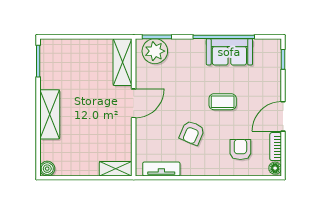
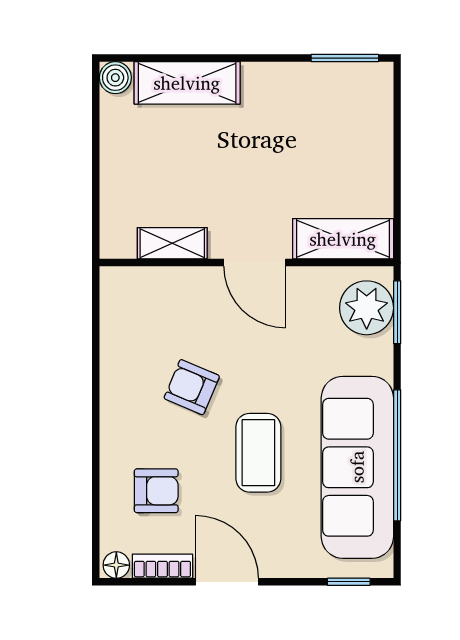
sofa: (229, 52) -> (357, 467), width x1.85, depth x1.27
coffee table: (223, 102) -> (258, 453), width x1.36, depth x1.30
shelving: (50, 114) -> (187, 83), moved
shelving: (116, 169) -> (172, 243), moved, turned 90
tv unit: (161, 169) -> (115, 322), removed

